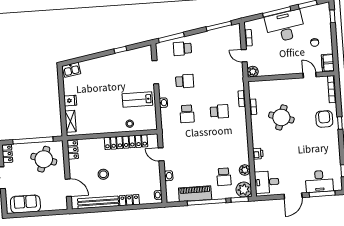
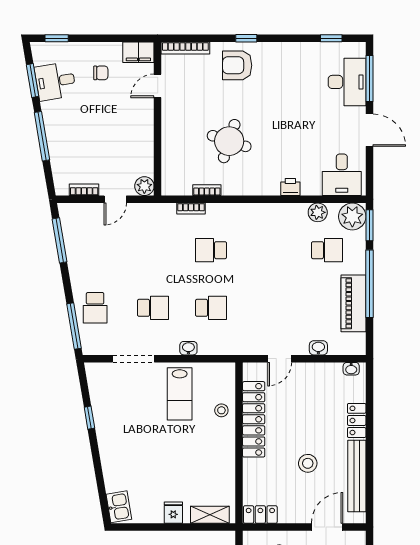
desk: (285, 26) -> (55, 81), moved, width x0.53, depth x0.77
school desk: (185, 81) -> (153, 308), turned 90
school desk: (219, 112) -> (211, 250), turned -90

